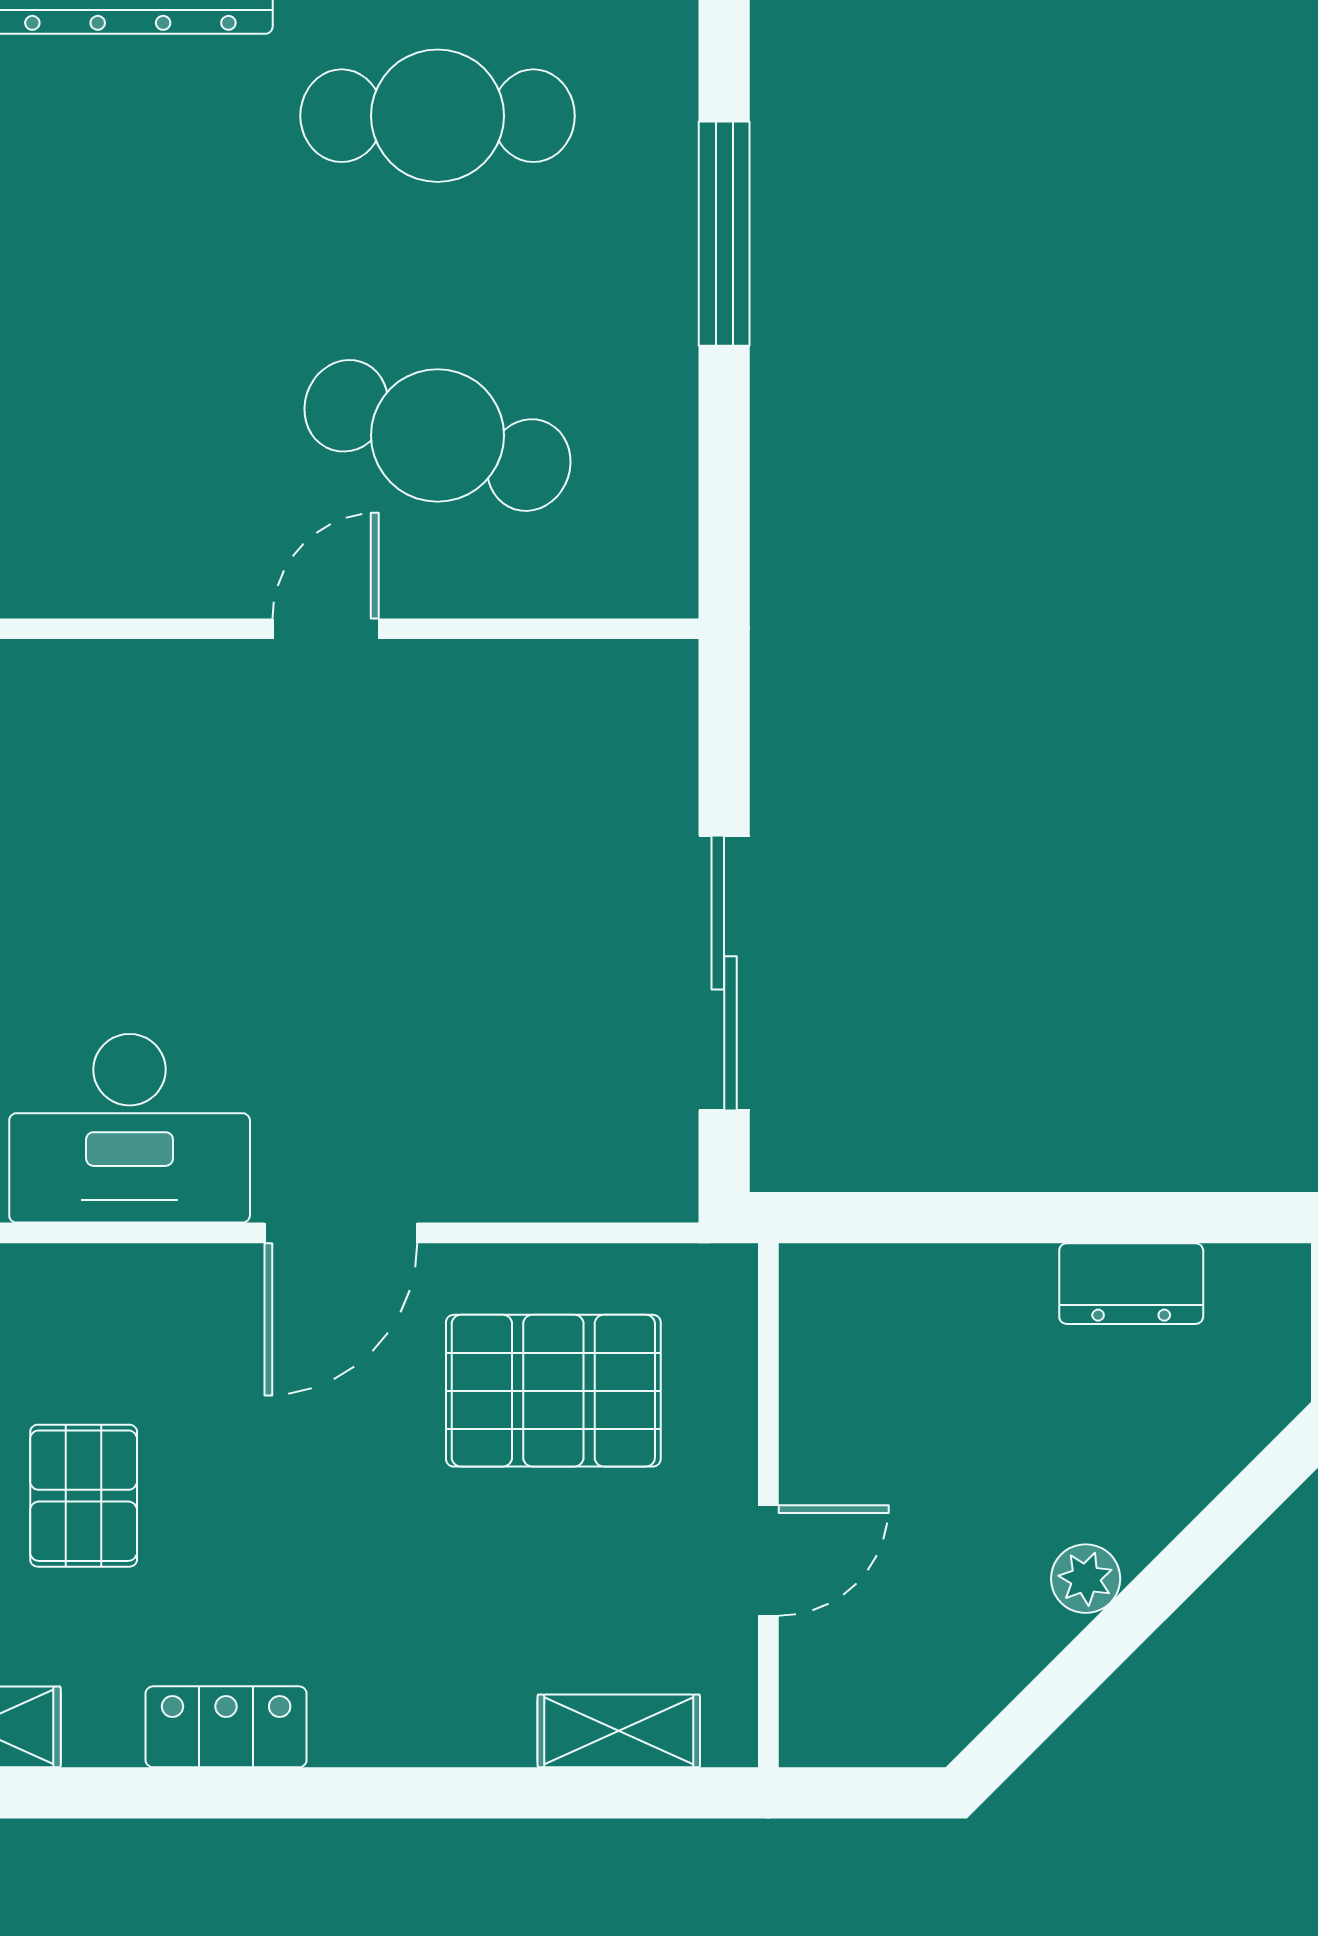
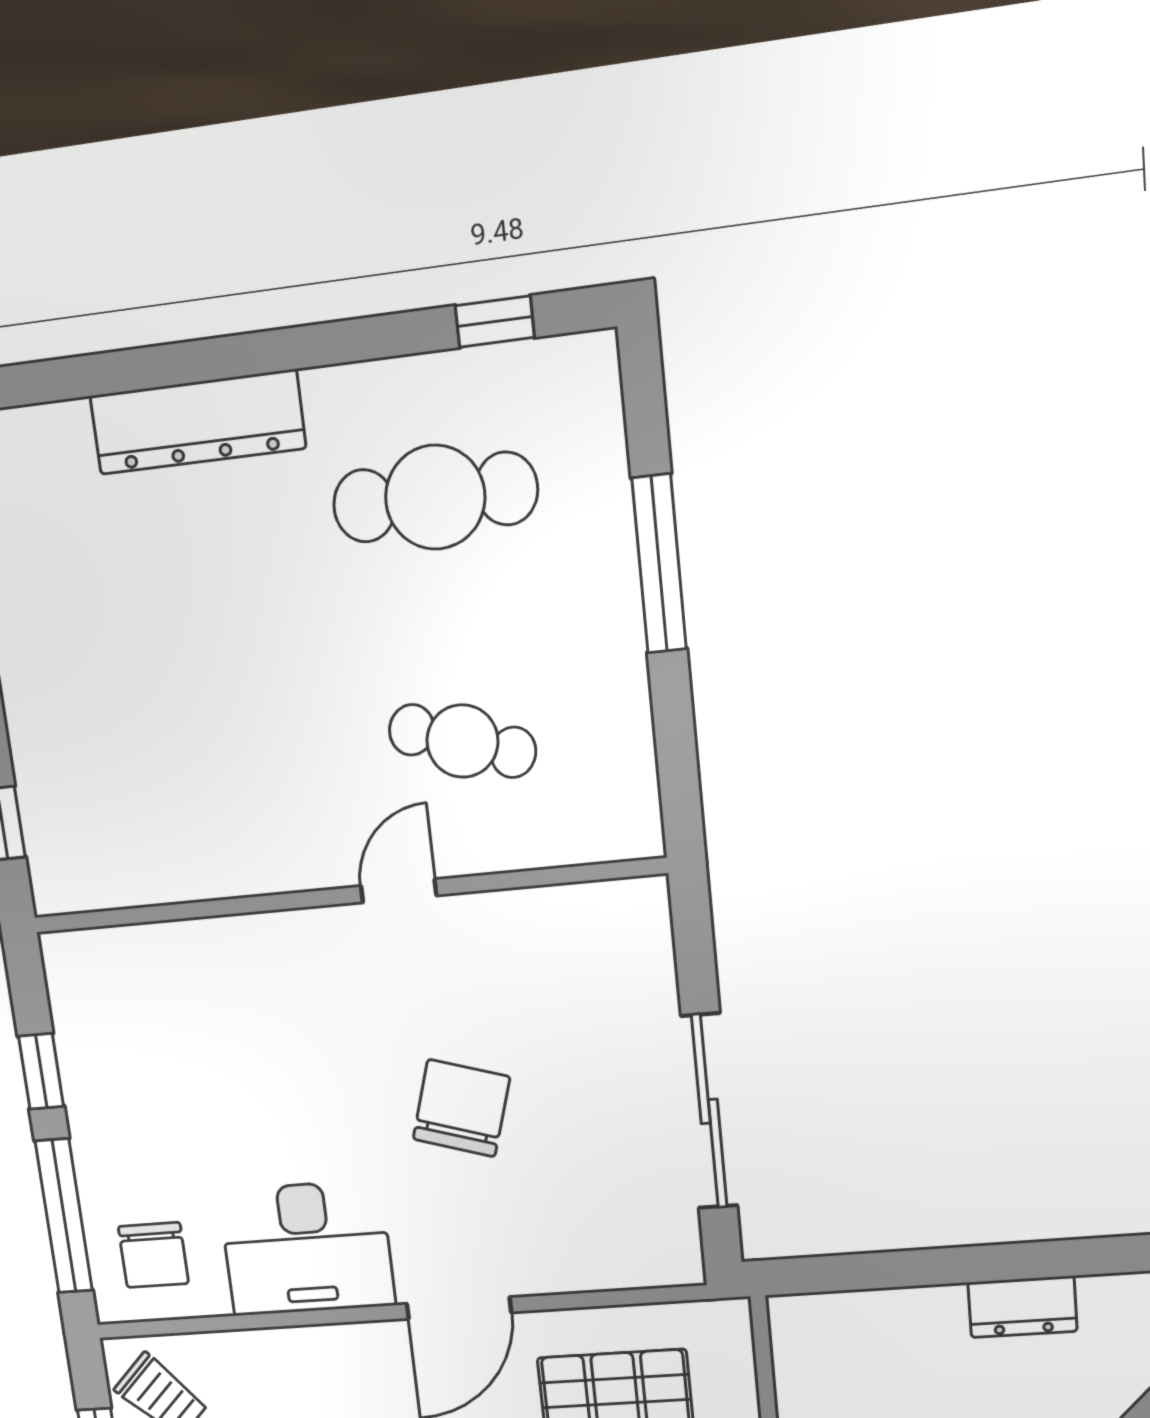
cafe table: (438, 435) -> (462, 741), width x0.73, depth x0.74
chair: (378, 941) -> (461, 1108), added

